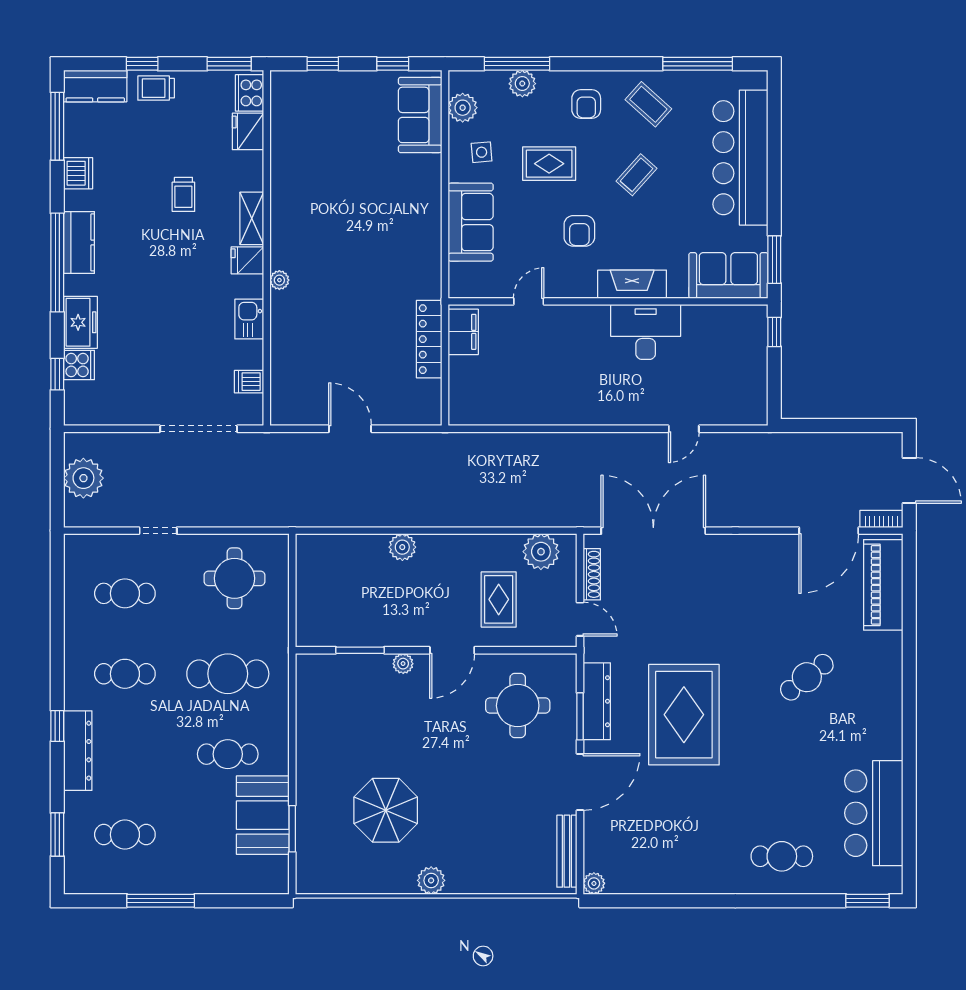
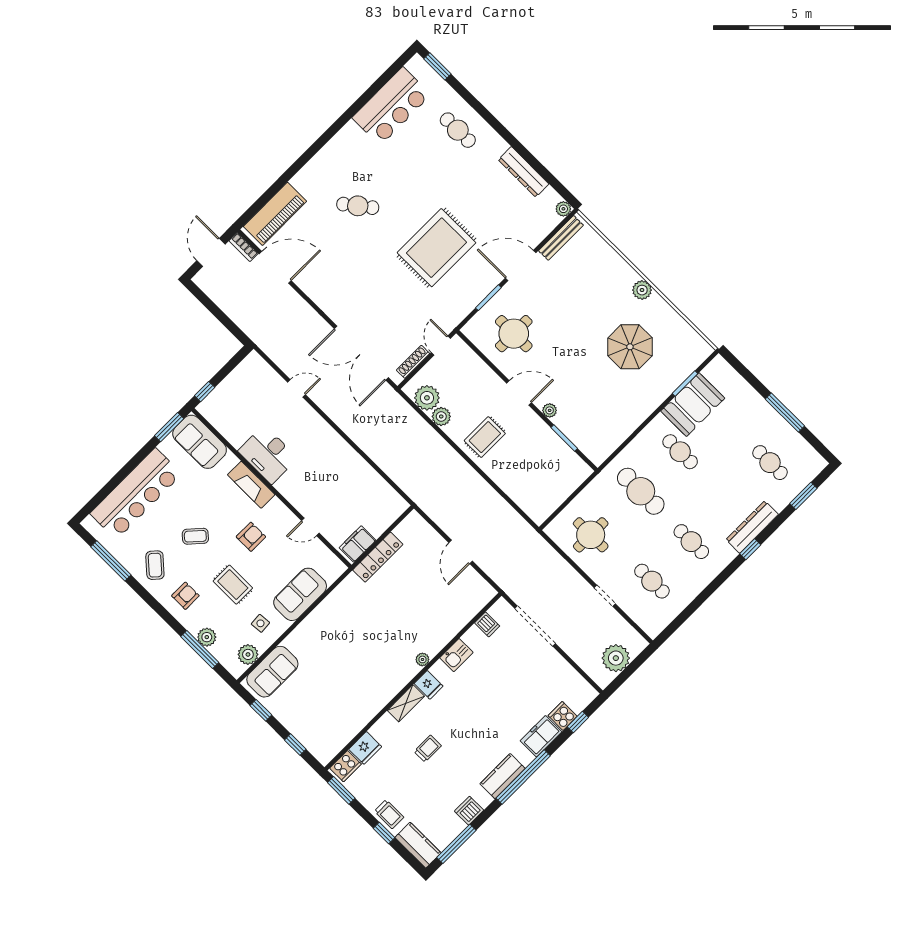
plant: (402, 547) -> (441, 416), moved
rug: (499, 599) -> (485, 437), moved
dresser: (597, 701) -> (524, 172), moved, turned -90

